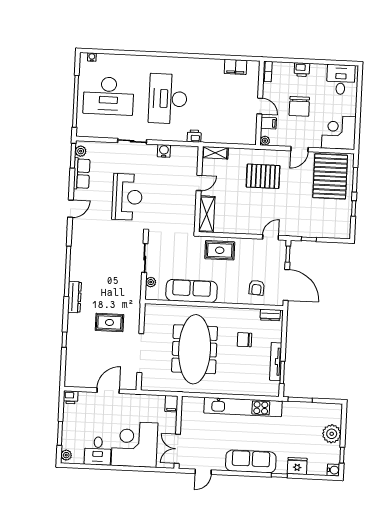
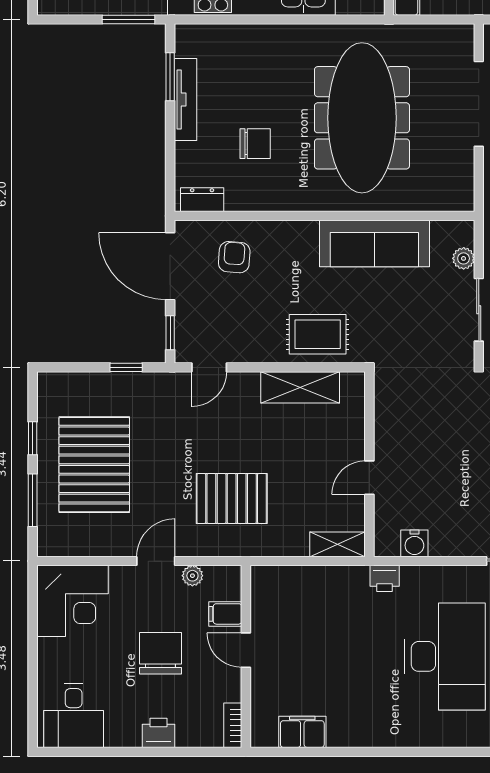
plant: (265, 141) -> (192, 576), moved
water cooler: (164, 151) -> (414, 543), moved
pallet: (330, 176) -> (94, 465), moved
shelving: (207, 214) -> (300, 387), moved, turned 90

